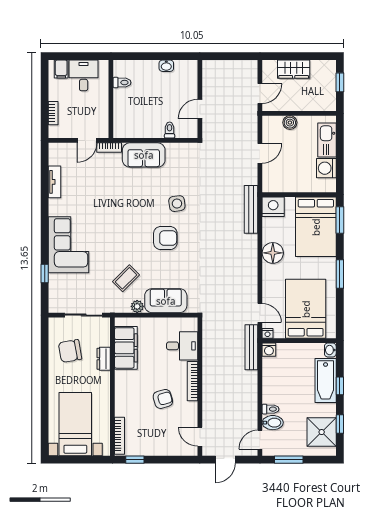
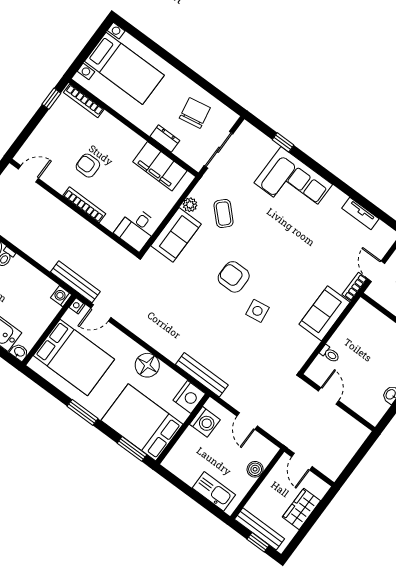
bench: (330, 88) -> (260, 529), added
washing machine: (326, 168) -> (205, 422), moved, turned 90
armchair: (165, 238) -> (234, 277), turned 90
desk: (182, 346) -> (137, 229), moved
armchair: (163, 399) -> (88, 166), turned 106

